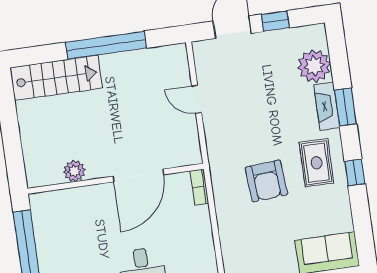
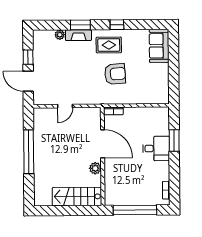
plant: (314, 66) -> (60, 35), width x0.53, depth x0.53
stairs: (56, 78) -> (77, 197), moved, turned -90
plant: (74, 171) -> (95, 168), moved

